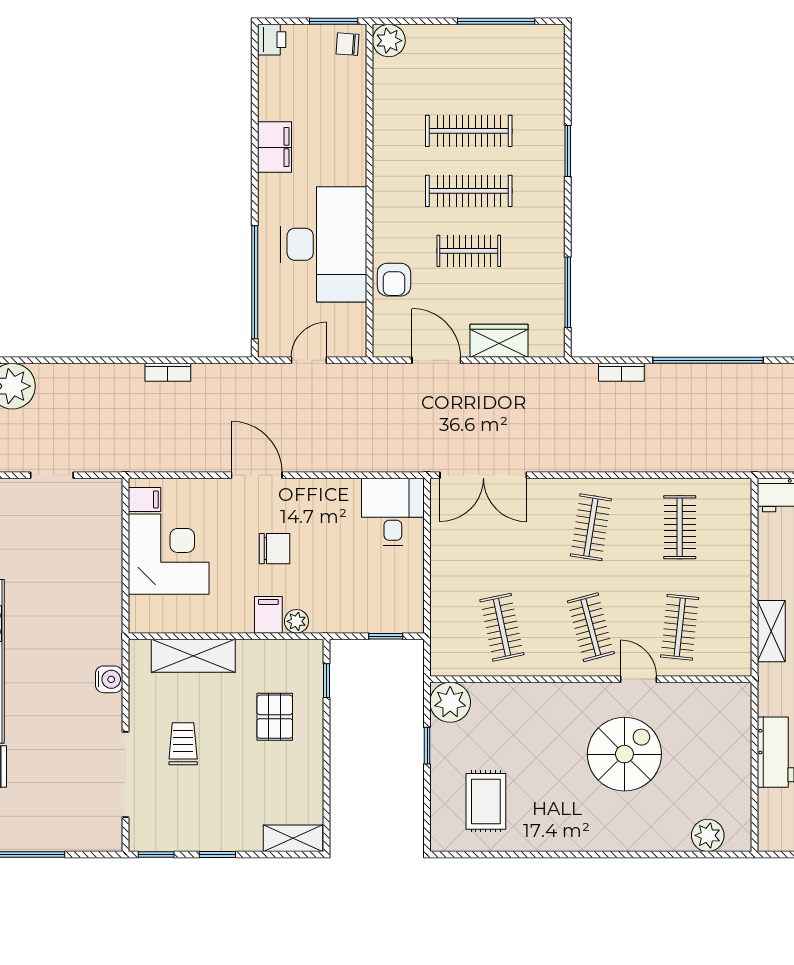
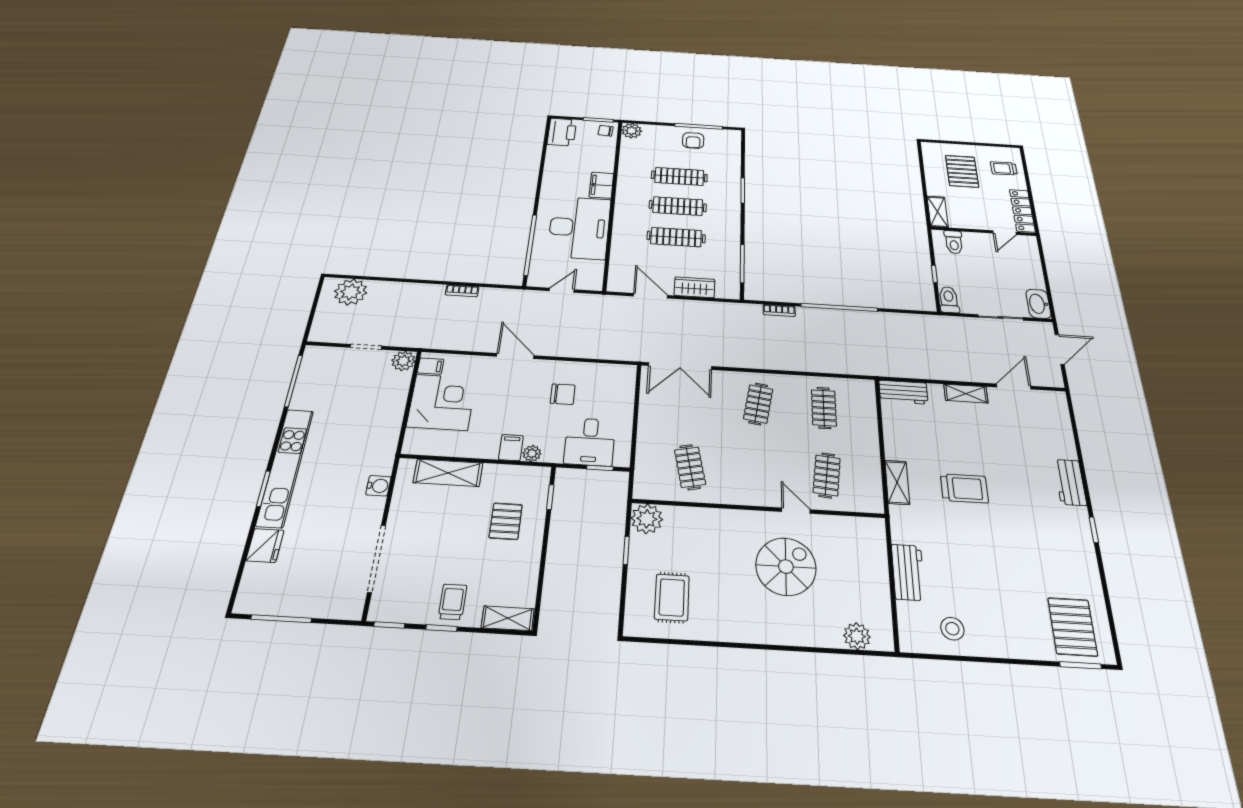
printer: (272, 40) -> (562, 132), width x1.87, depth x1.48
filing cabinet: (275, 147) -> (601, 185), moved, turned 180
clothes rail: (469, 251) -> (676, 237), width x1.36
armchair: (394, 280) -> (693, 140), moved
plant: (107, 494) -> (403, 361), added
desk: (393, 512) -> (590, 442), moved, turned 180
chair: (275, 549) -> (563, 394), moved
clothes rail: (591, 627) -> (758, 471), removed
trolley: (183, 744) -> (453, 602), moved

